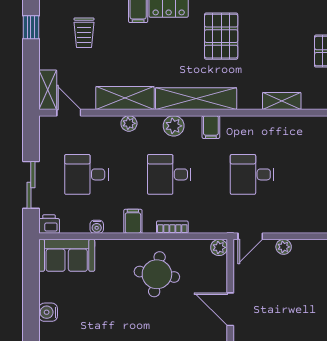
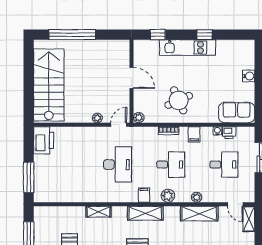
shelving: (196, 99) -> (145, 213), width x0.68
desk: (252, 174) -> (118, 165), width x1.37
printer: (49, 224) -> (229, 133), moved
round table: (157, 274) -> (179, 100), turned -33

